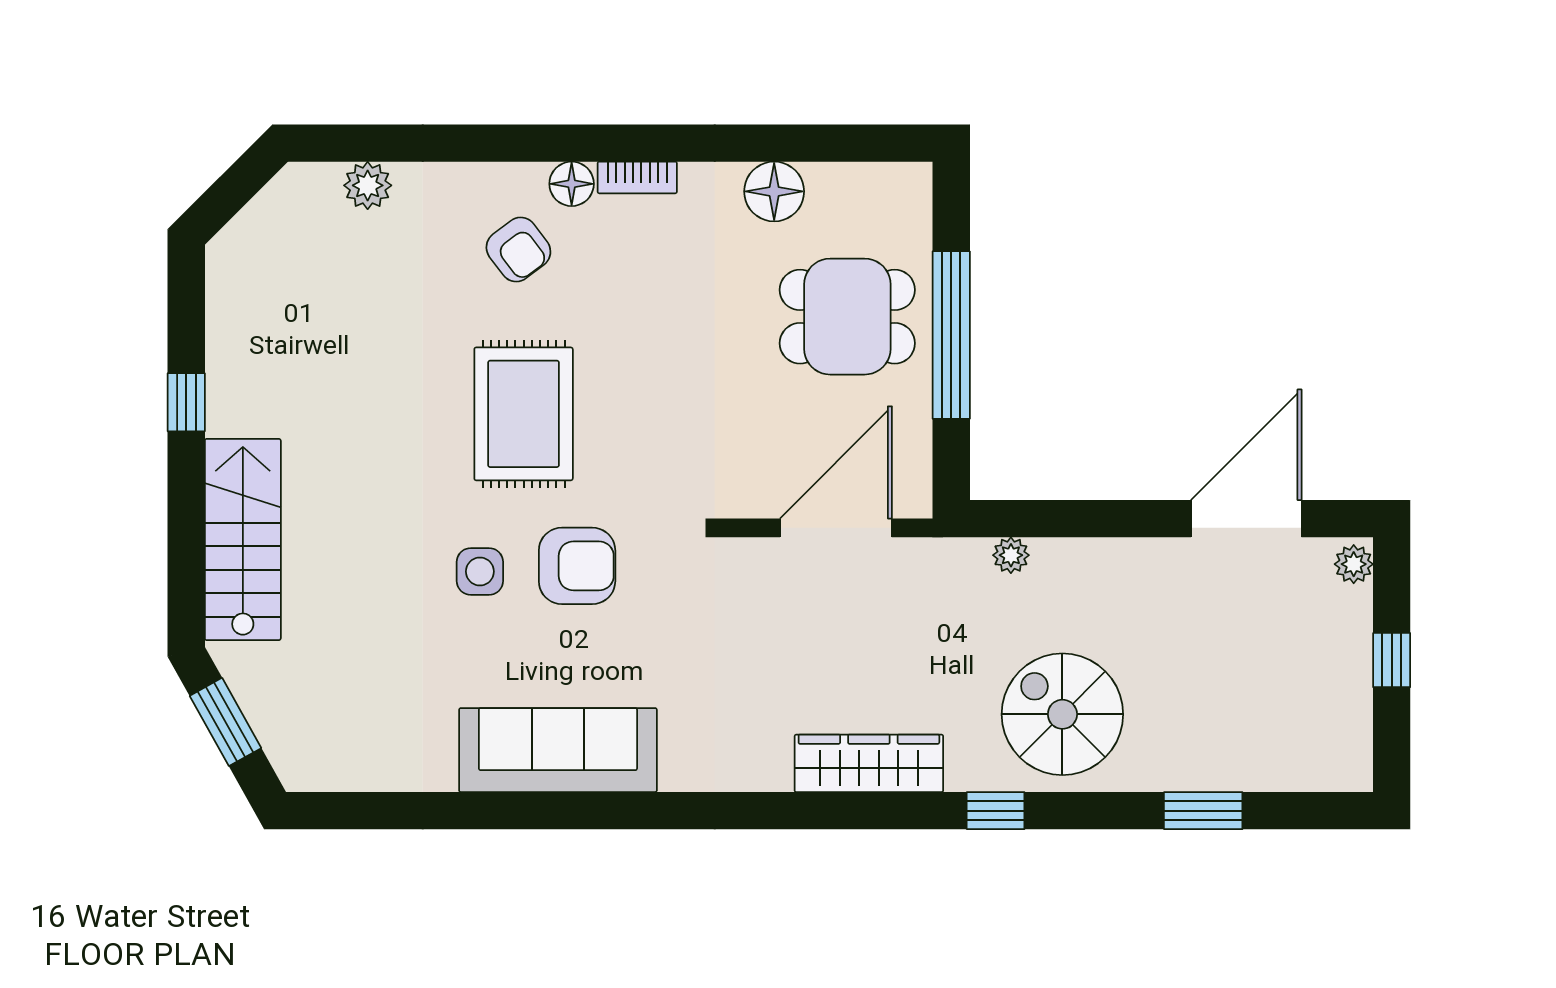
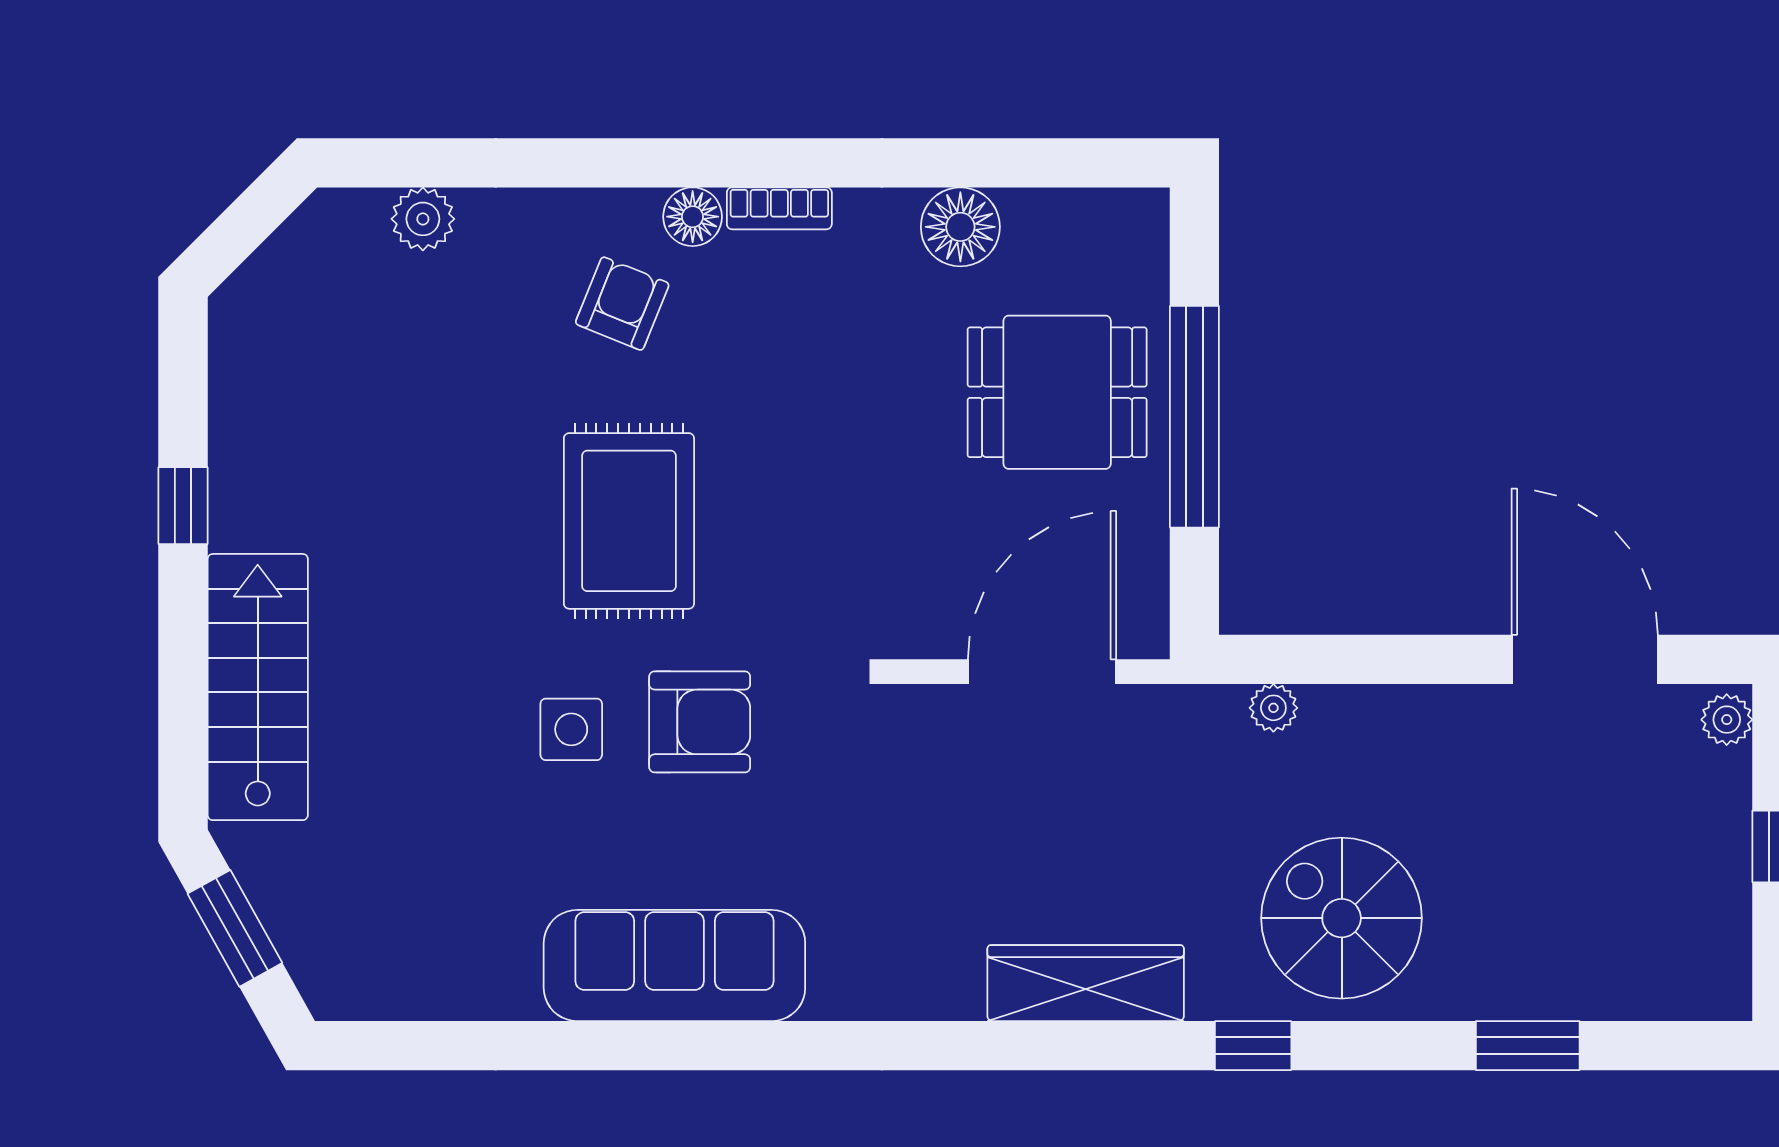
armchair: (518, 249) -> (622, 304), turned -121
door: (1246, 519) -> (1585, 659), hinge flipped

